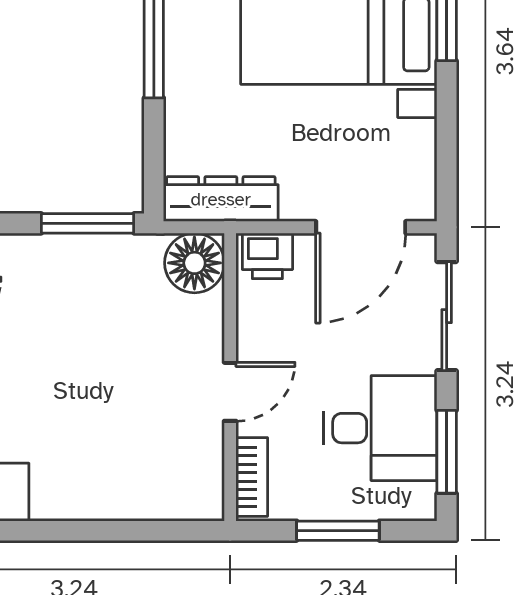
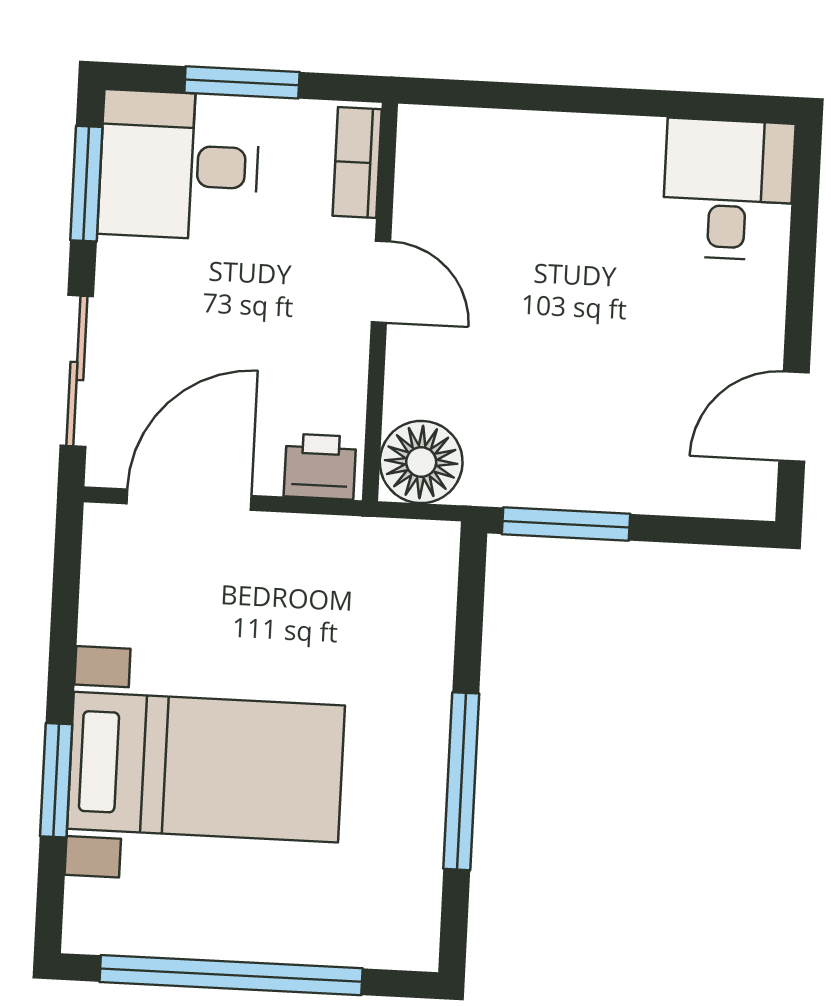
dresser: (221, 199) -> (380, 548), removed
door: (230, 392) -> (381, 282), swing flipped
desk: (380, 428) -> (179, 165), moved

